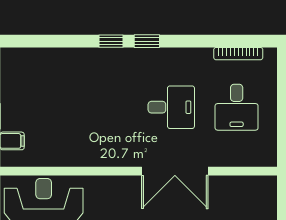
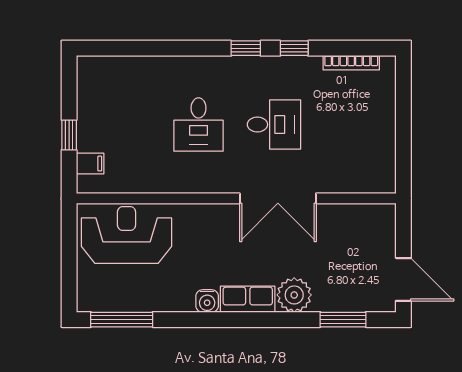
window: (111, 41) -> (294, 48), moved
desk: (237, 107) -> (199, 124), moved

